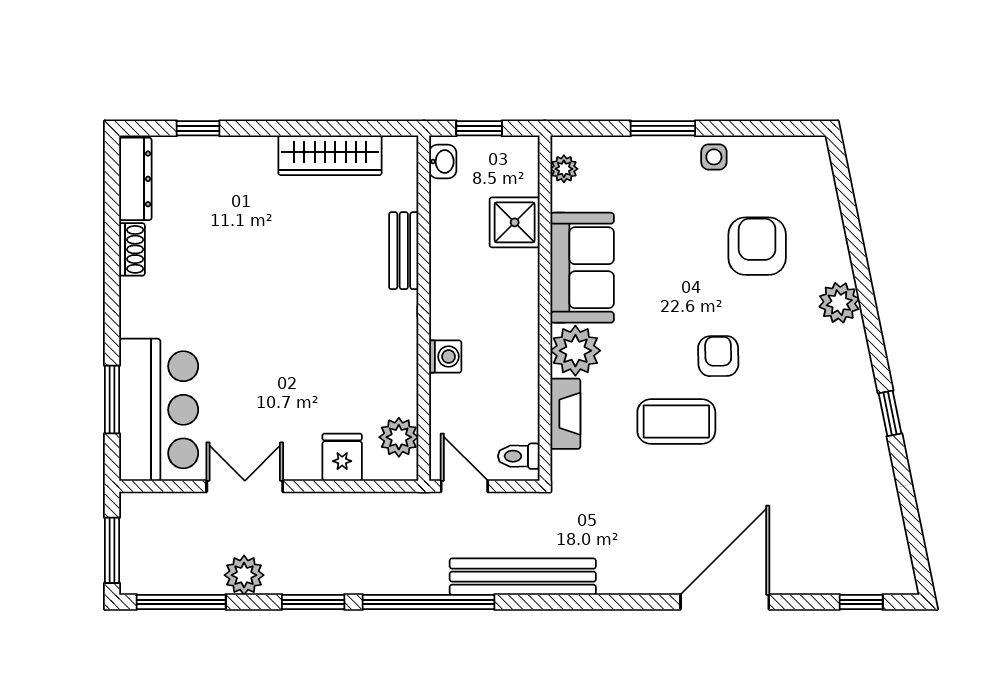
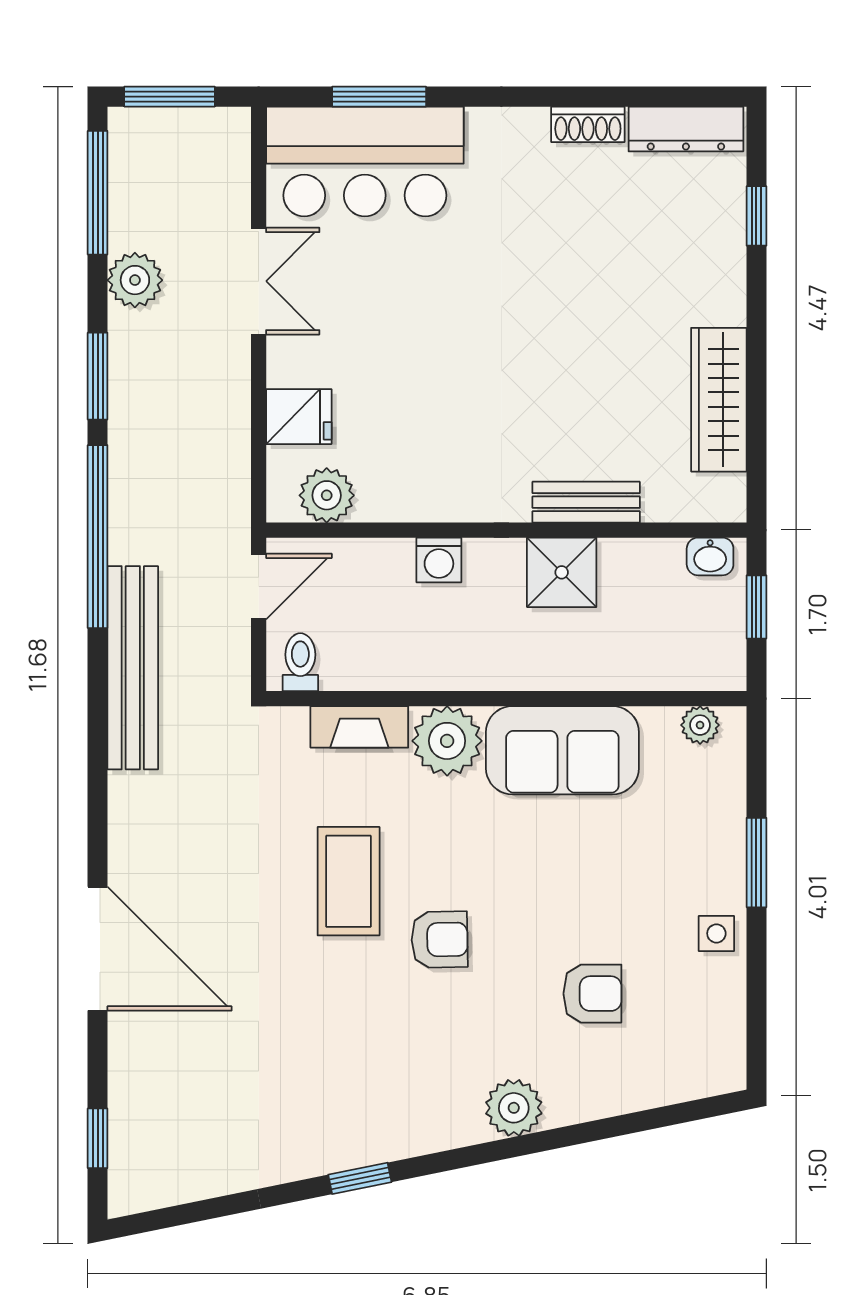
shower: (515, 222) -> (562, 572), moved
armchair: (757, 246) -> (592, 994), width x0.72, depth x0.72

